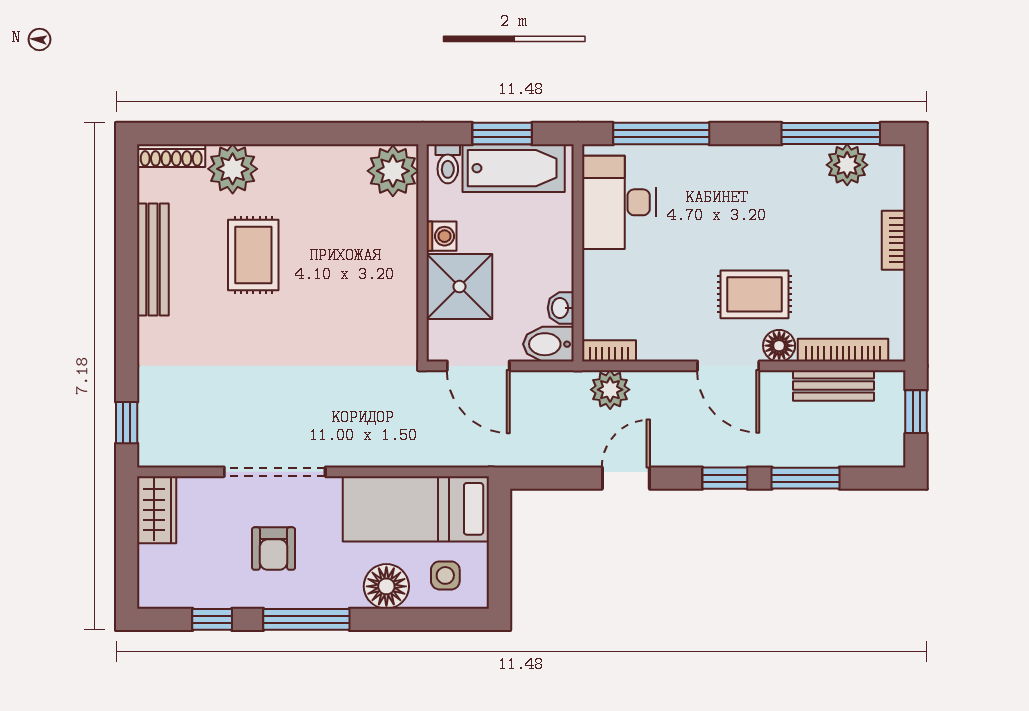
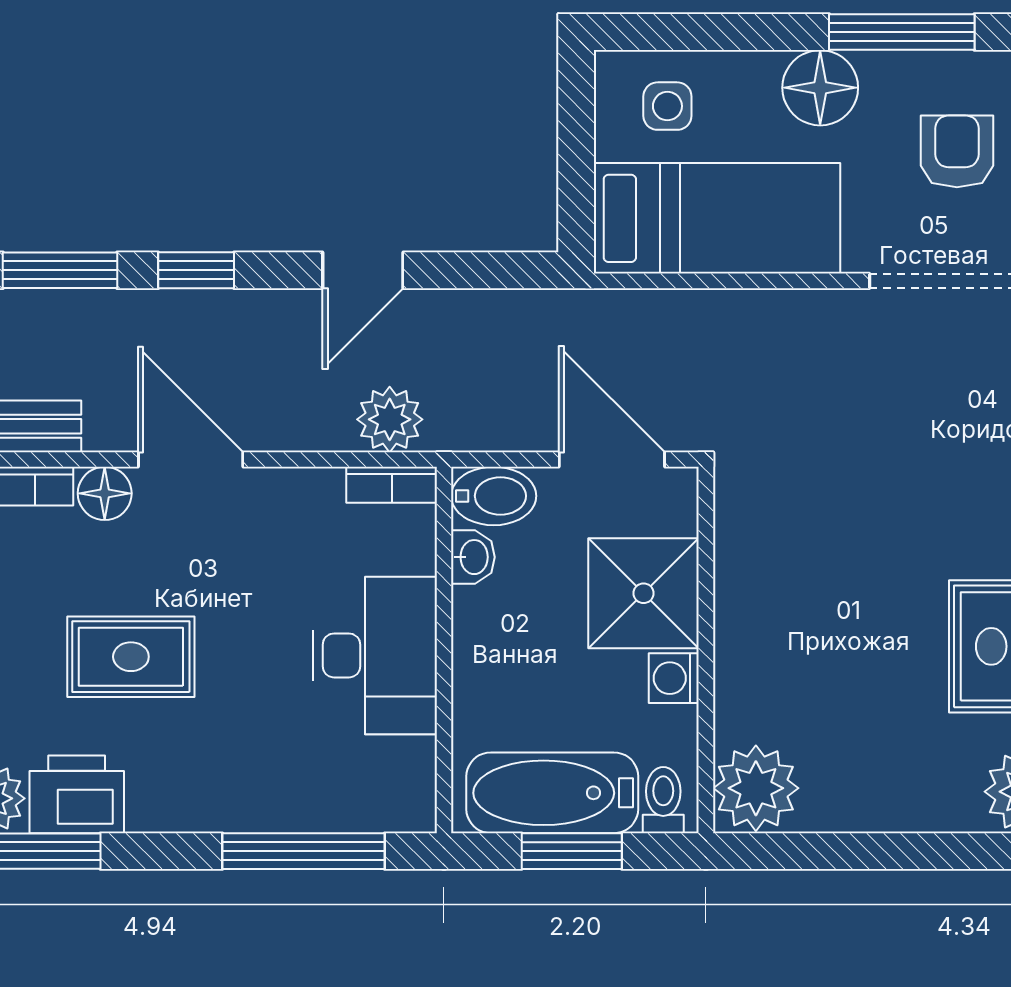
printer: (796, 167) -> (77, 794), added
desk: (619, 202) -> (375, 655), moved
rug: (754, 294) -> (131, 657), moved
floor lamp: (386, 586) -> (820, 88), moved

